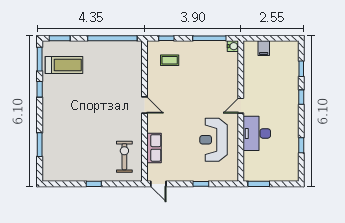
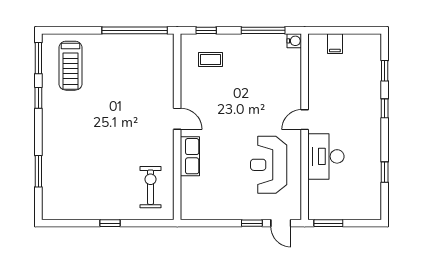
window: (60, 38) -> (65, 30), removed
treadmill: (64, 65) -> (71, 66), turned 90
row of seats: (154, 148) -> (190, 156), moved
door: (158, 184) -> (281, 223), moved

